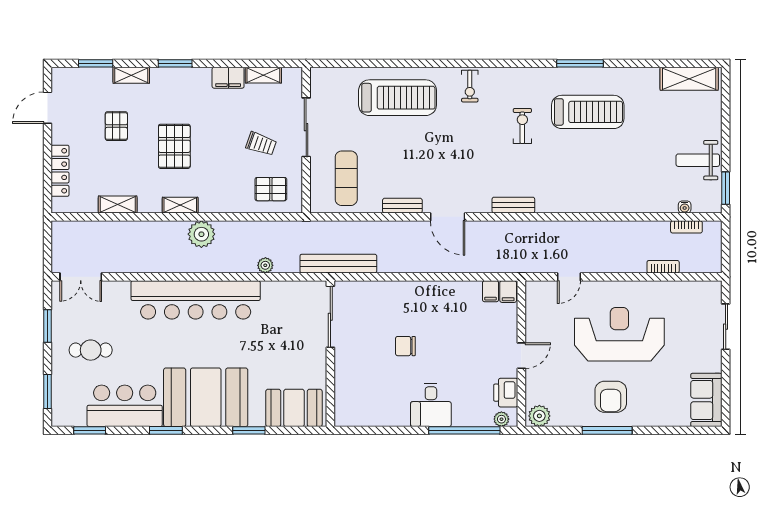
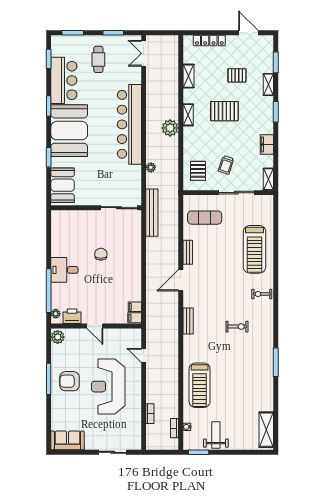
shelving: (263, 75) -> (268, 179), moved
treadmill: (588, 112) -> (200, 385), moved
reception desk: (619, 334) -> (108, 387), turned 180

